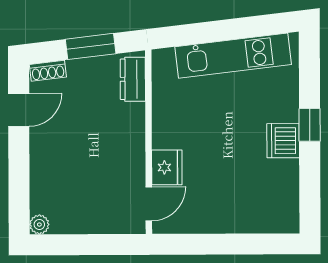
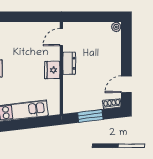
dresser: (133, 79) -> (69, 63), moved
fridge: (167, 167) -> (52, 70), moved

